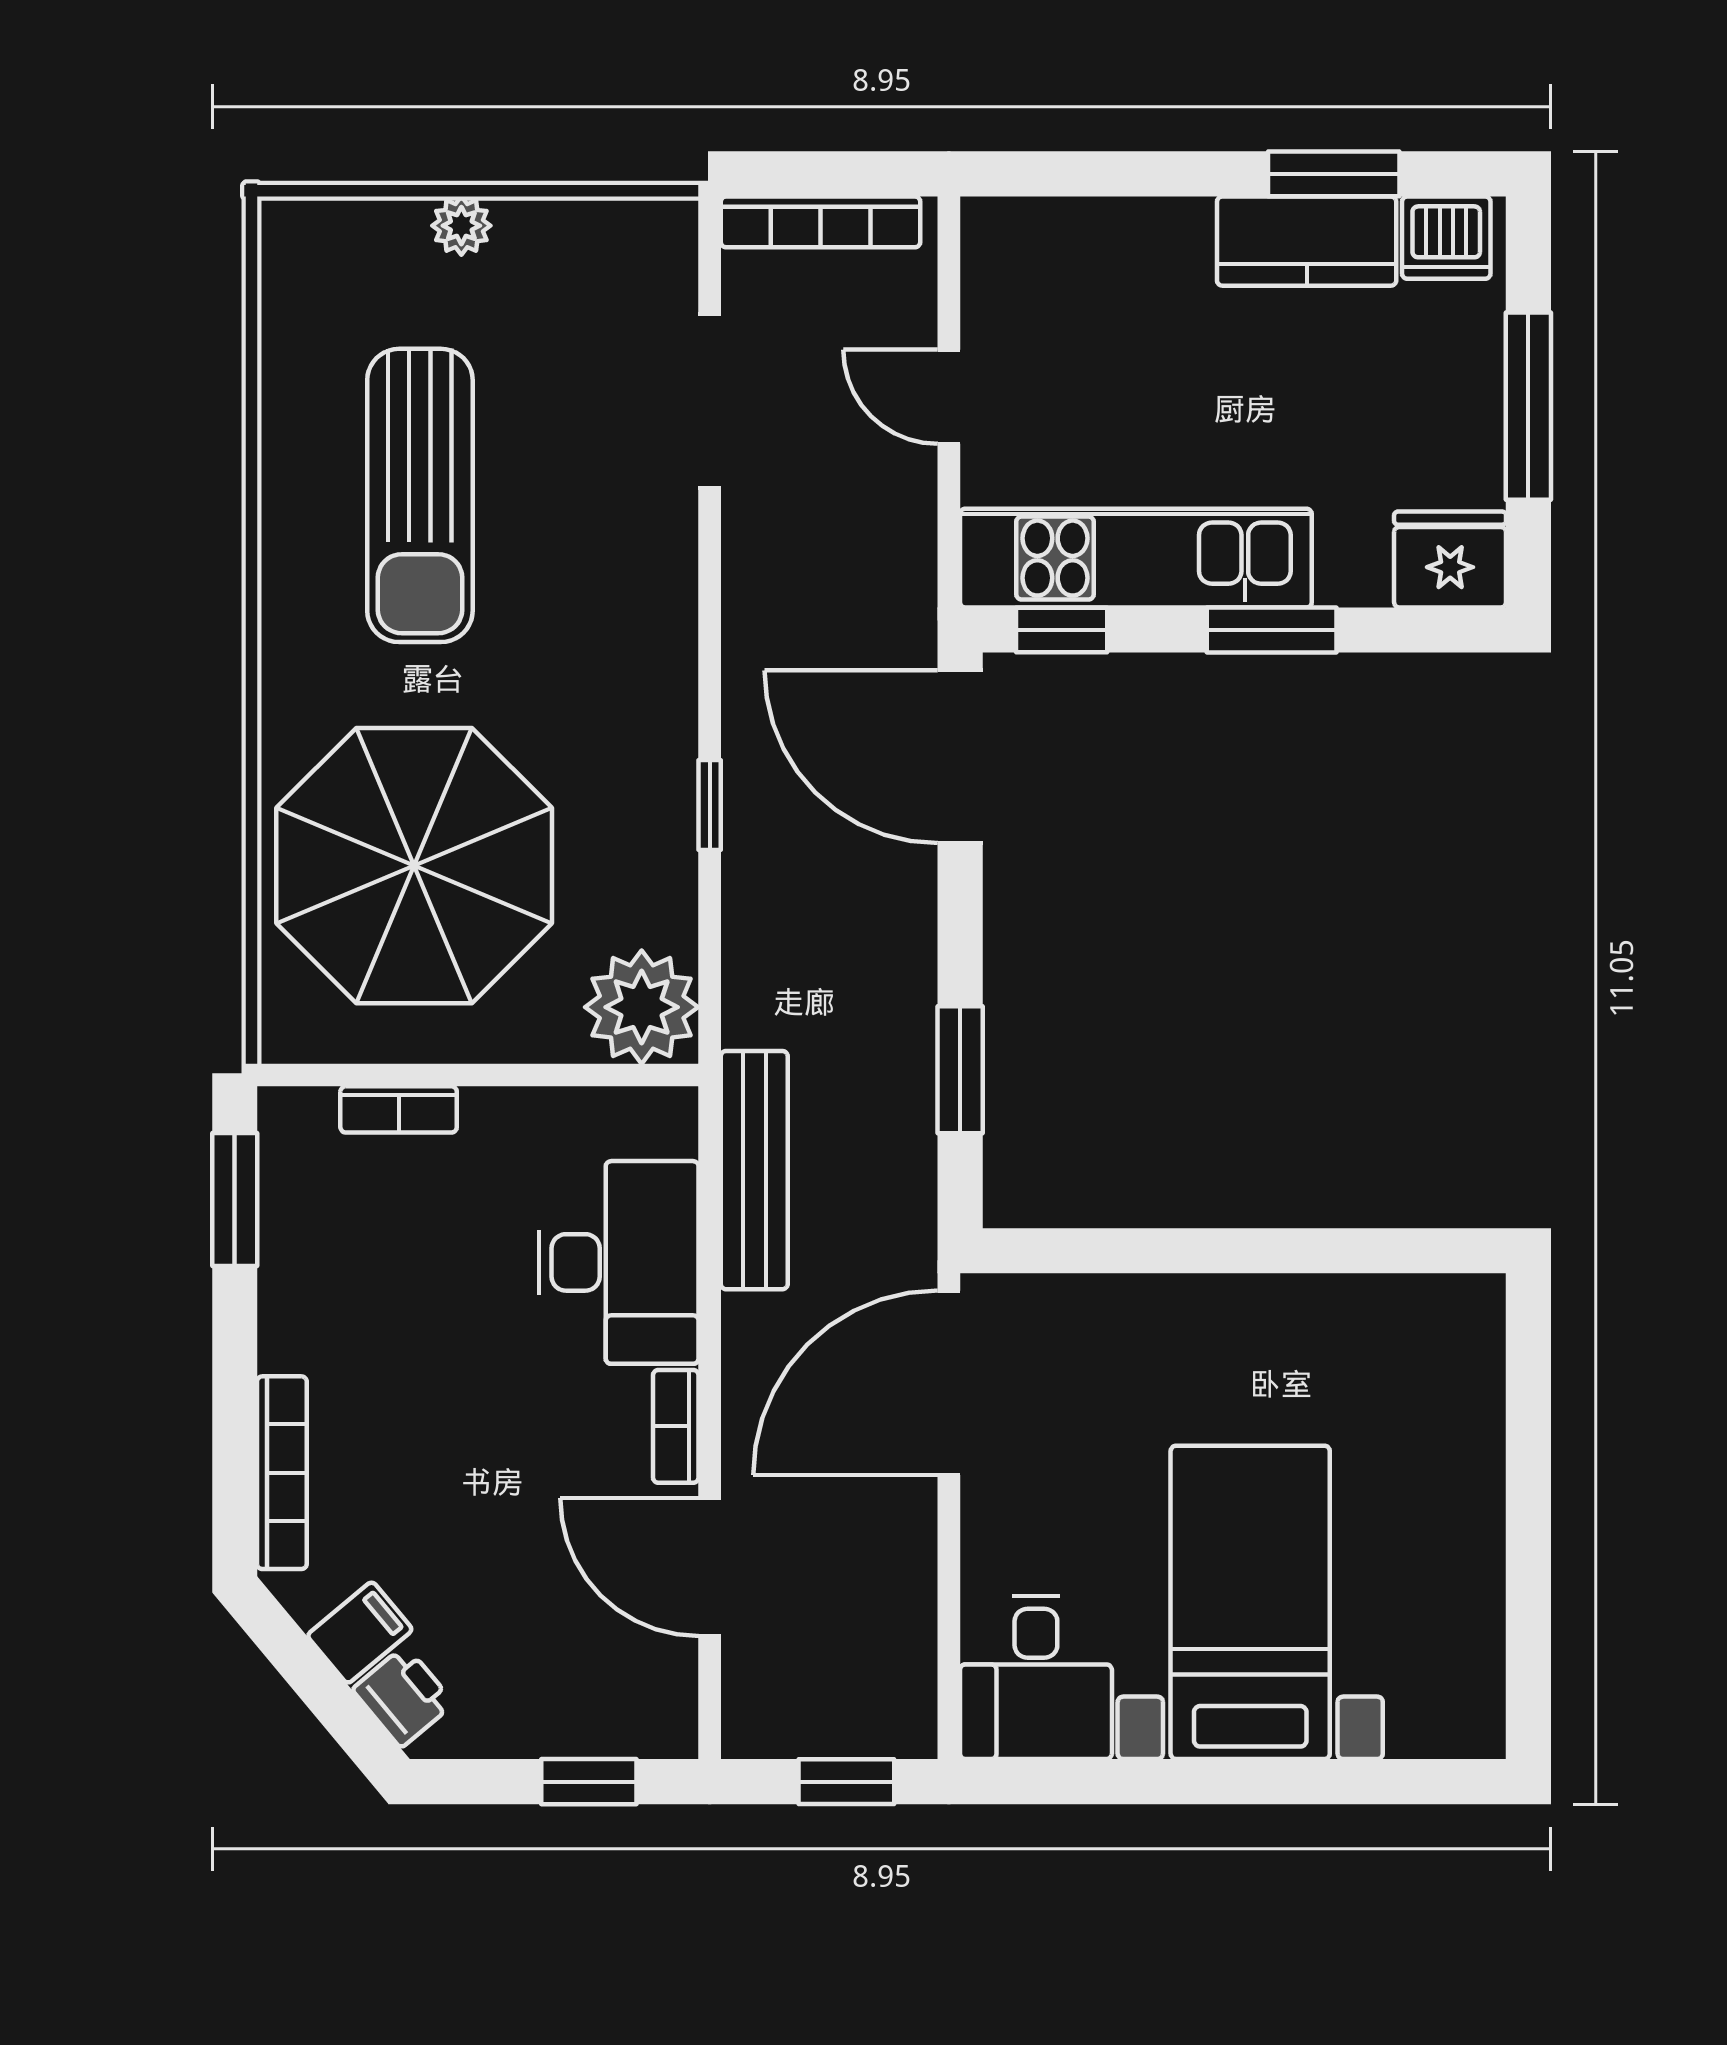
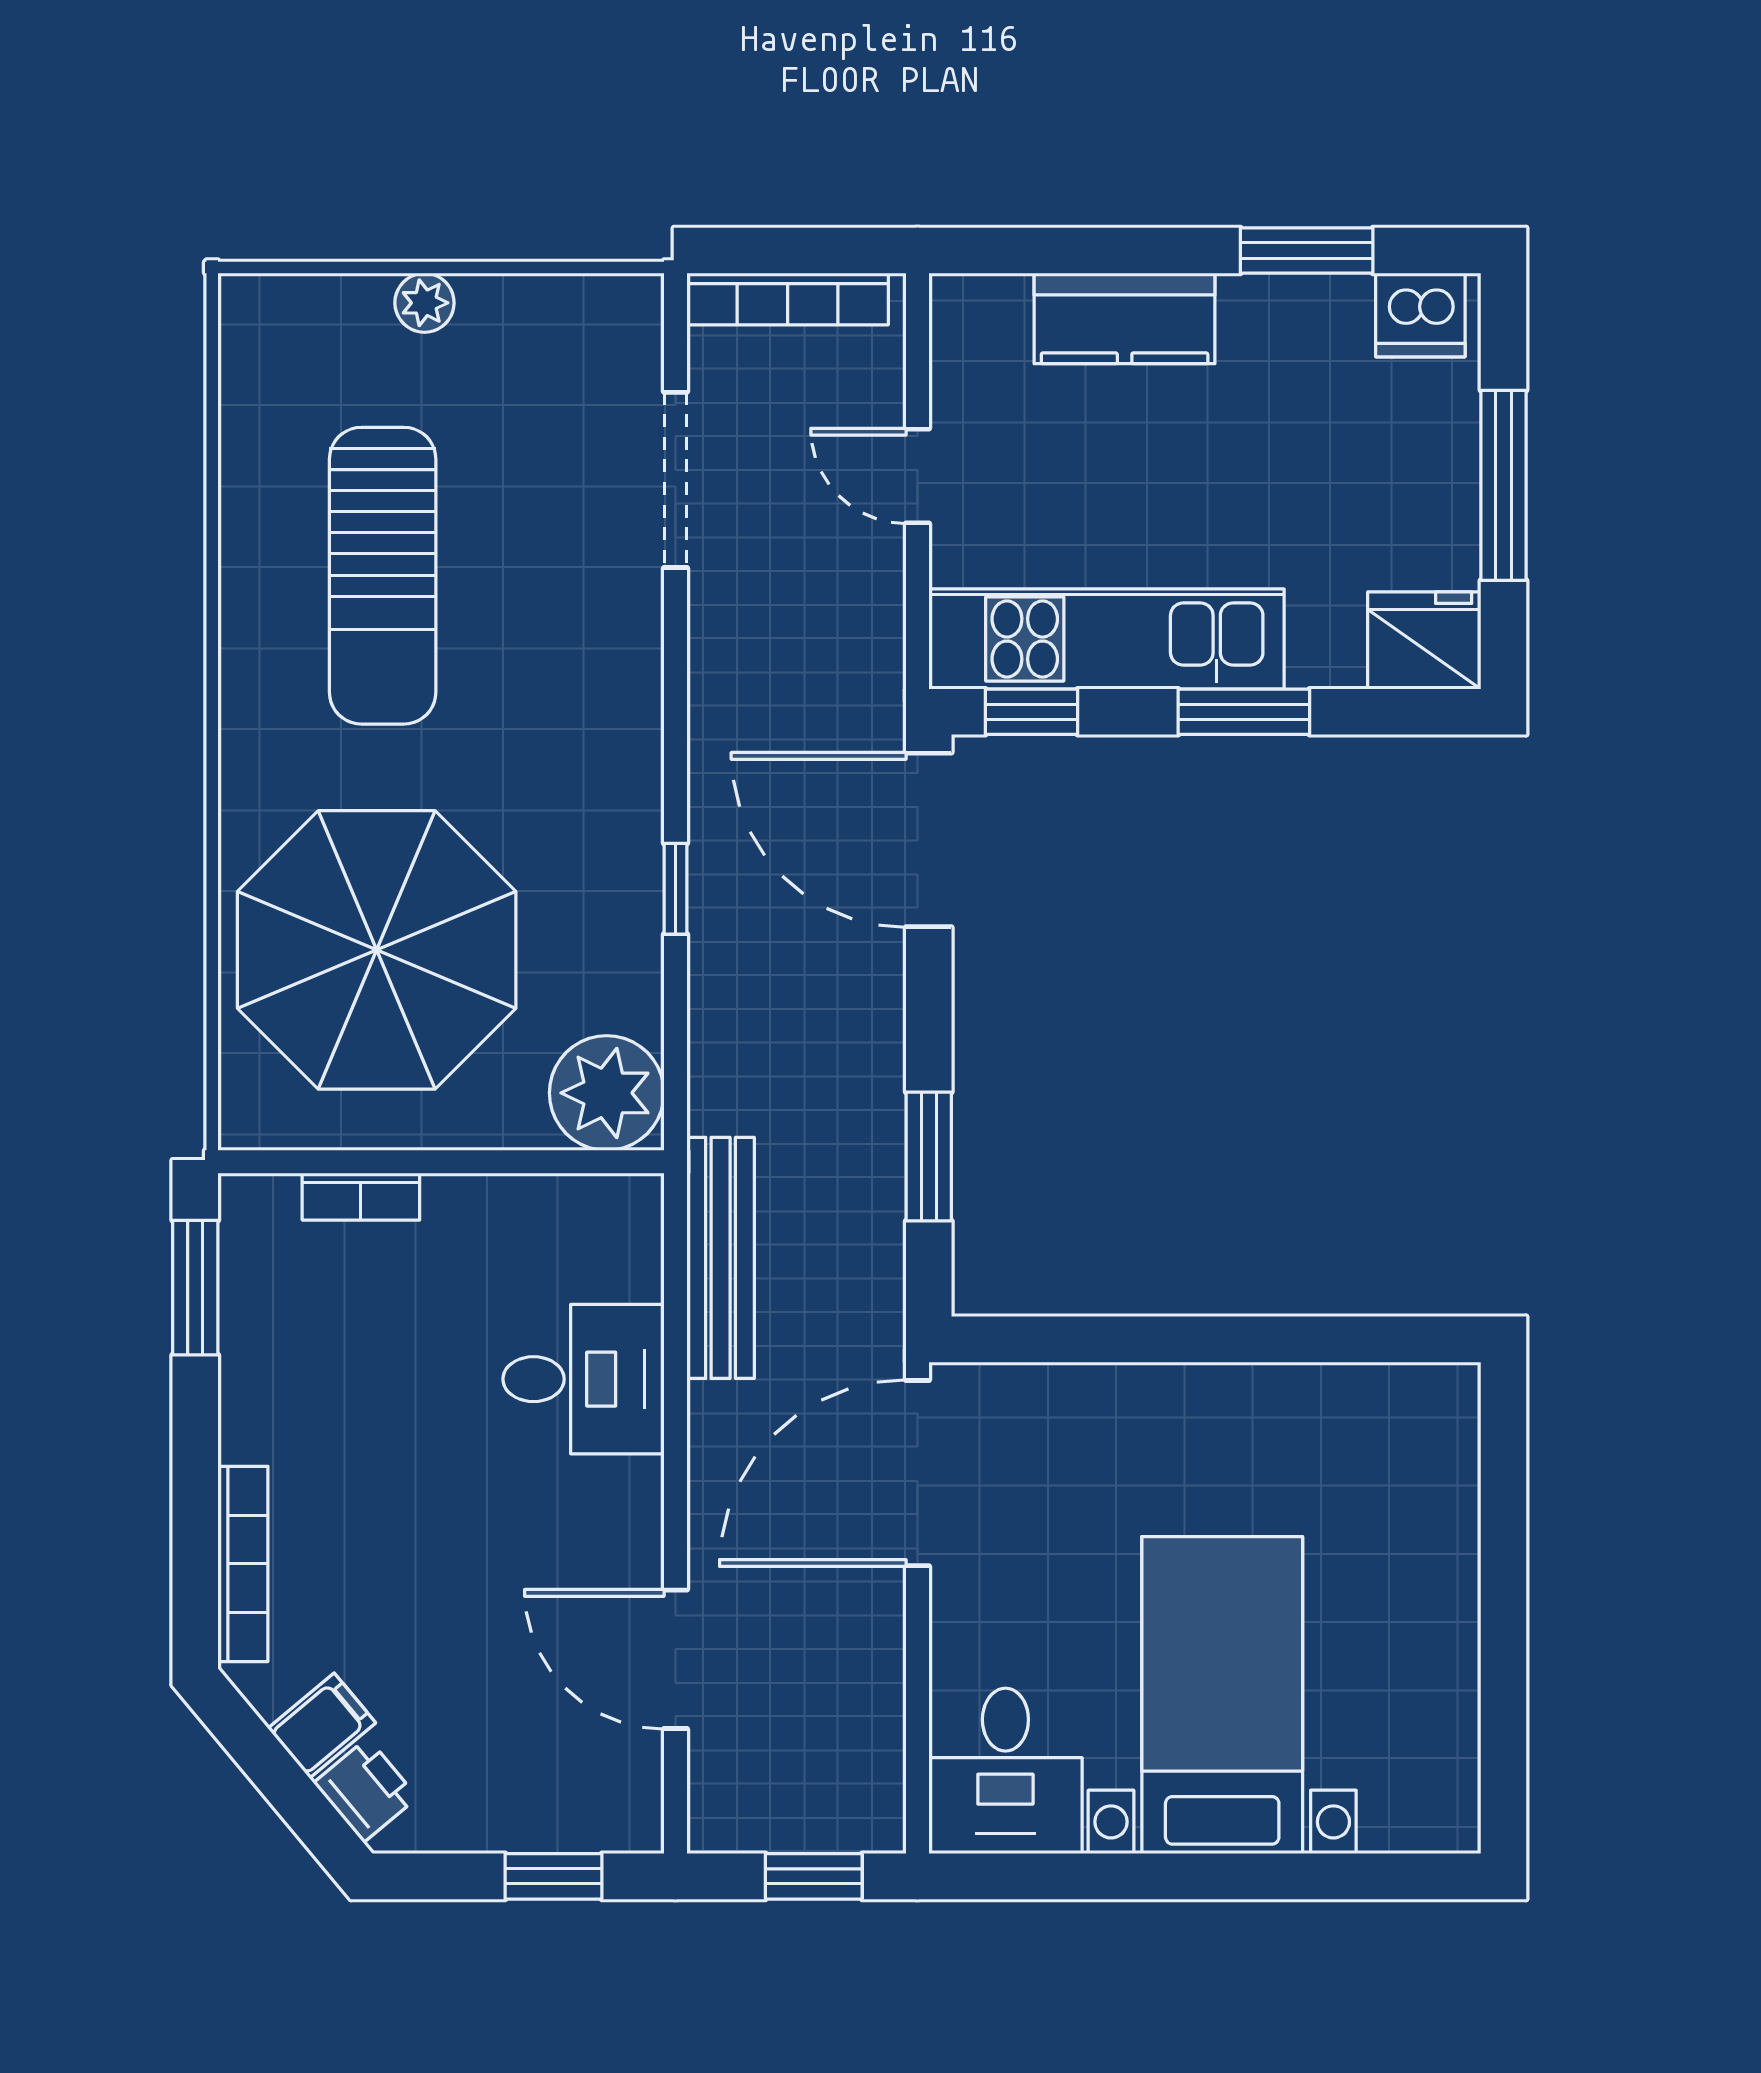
kitchen counter: (1307, 241) -> (1125, 318), moved
desk: (619, 1262) -> (583, 1379), width x0.73
bookcase: (676, 1426) -> (641, 1517), removed

